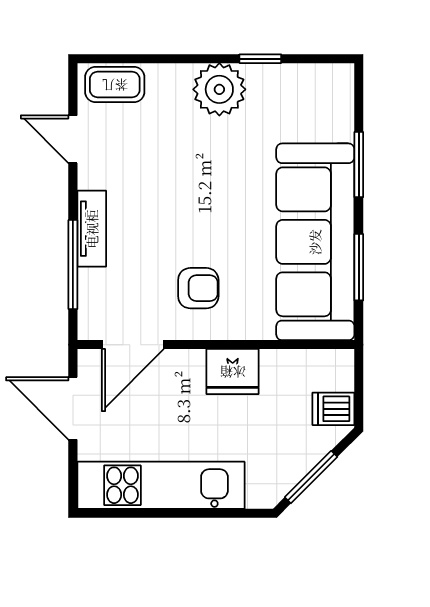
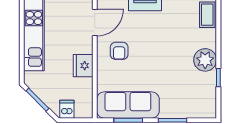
sofa: (315, 242) -> (128, 105), width x0.74, depth x0.79
door: (133, 345) -> (95, 23), swing flipped

